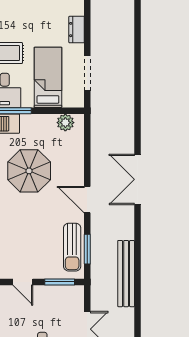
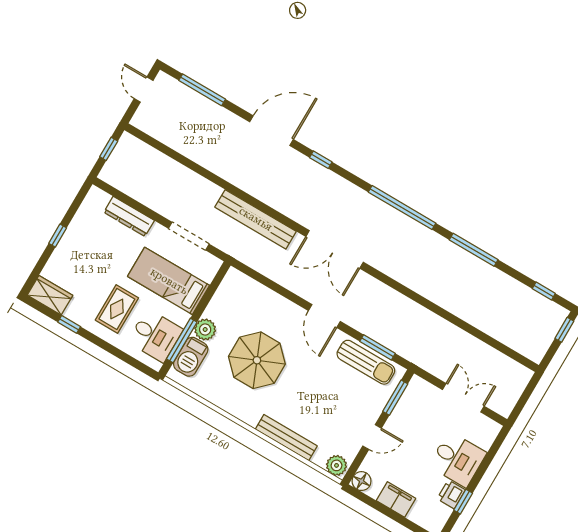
dresser: (77, 30) -> (129, 216), width x1.44
plant: (65, 123) -> (205, 330), moved
door: (87, 200) -> (324, 316), hinge flipped
bench: (126, 274) -> (256, 219), moved

